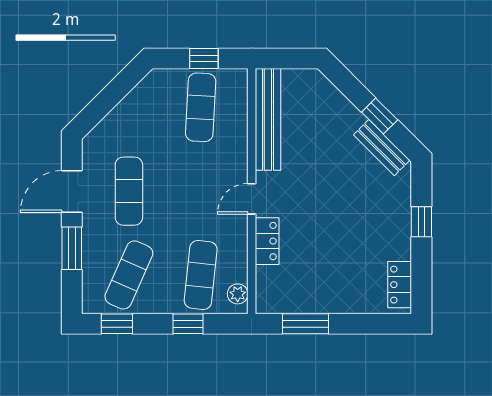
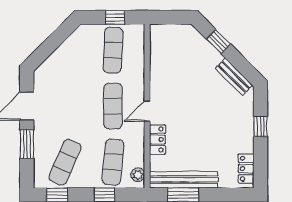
window: (380, 116) -> (219, 42), moved
bench: (268, 119) -> (184, 180), moved, turned 90
exercise mat: (129, 191) -> (113, 106), moved

